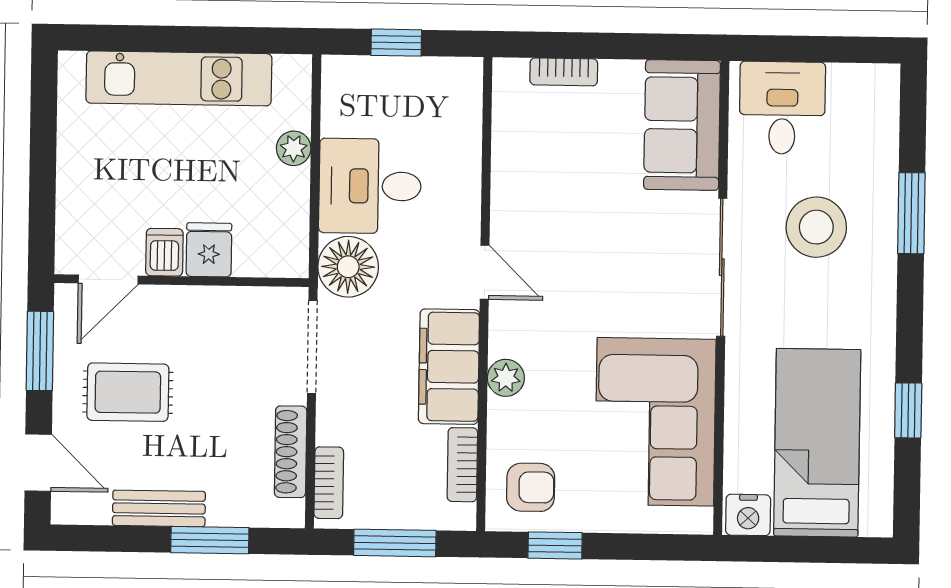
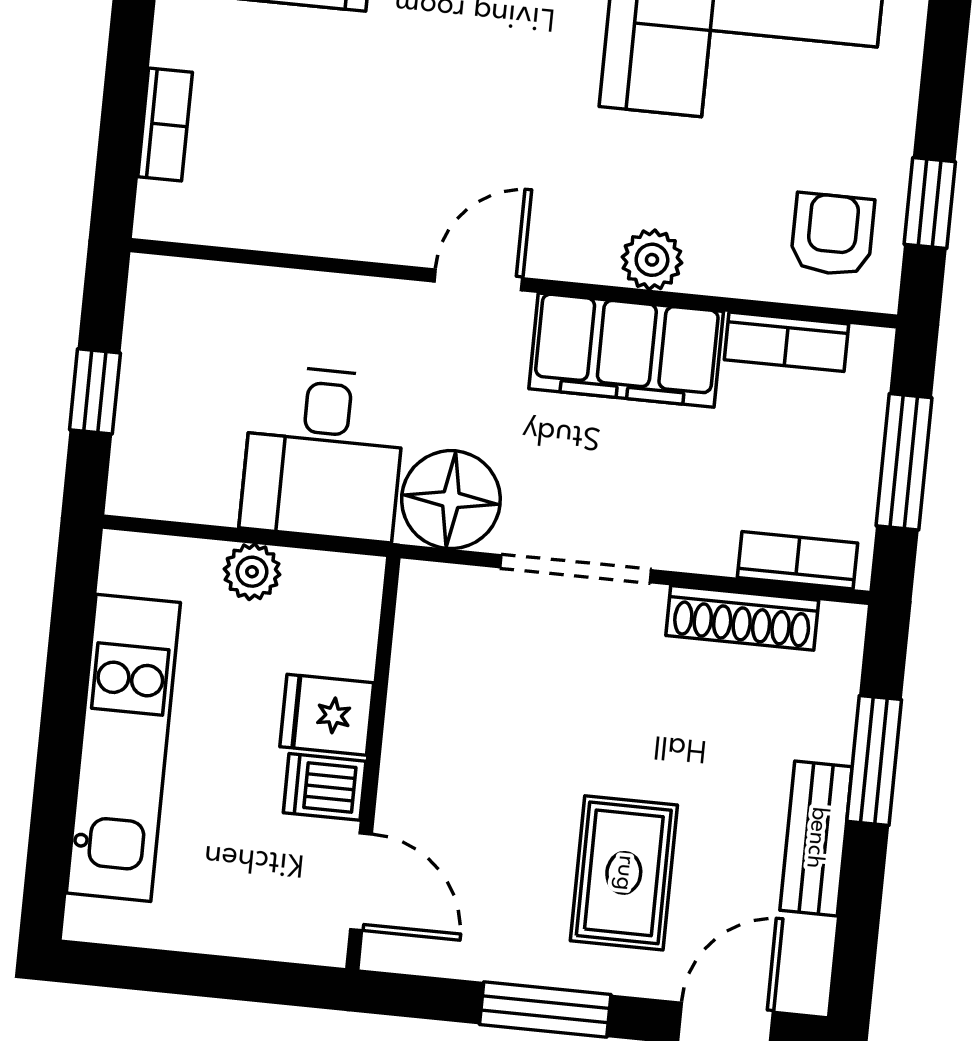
fridge: (209, 250) -> (327, 715), moved
dishwasher: (164, 252) -> (325, 787), moved
door: (108, 279) -> (361, 882), moved
wall: (182, 281) -> (373, 763), moved

